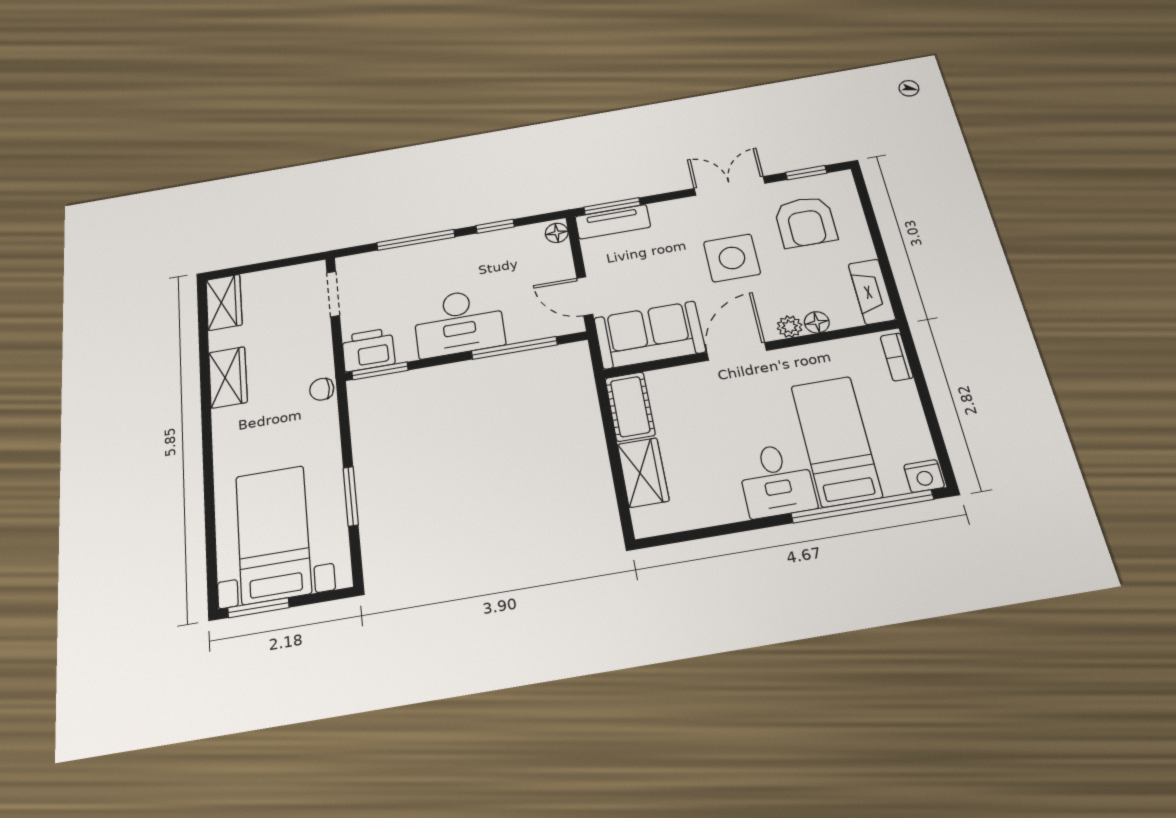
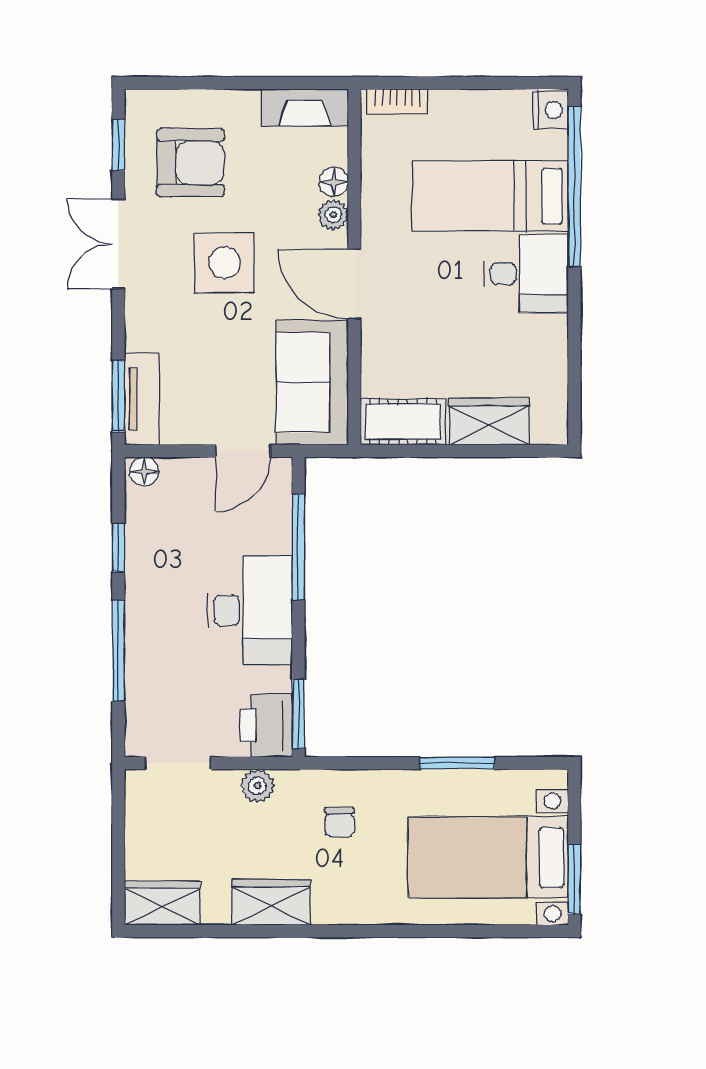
plant: (320, 352) -> (257, 786), added
chair: (322, 389) -> (340, 822), moved

